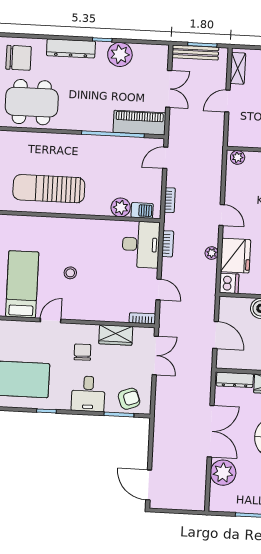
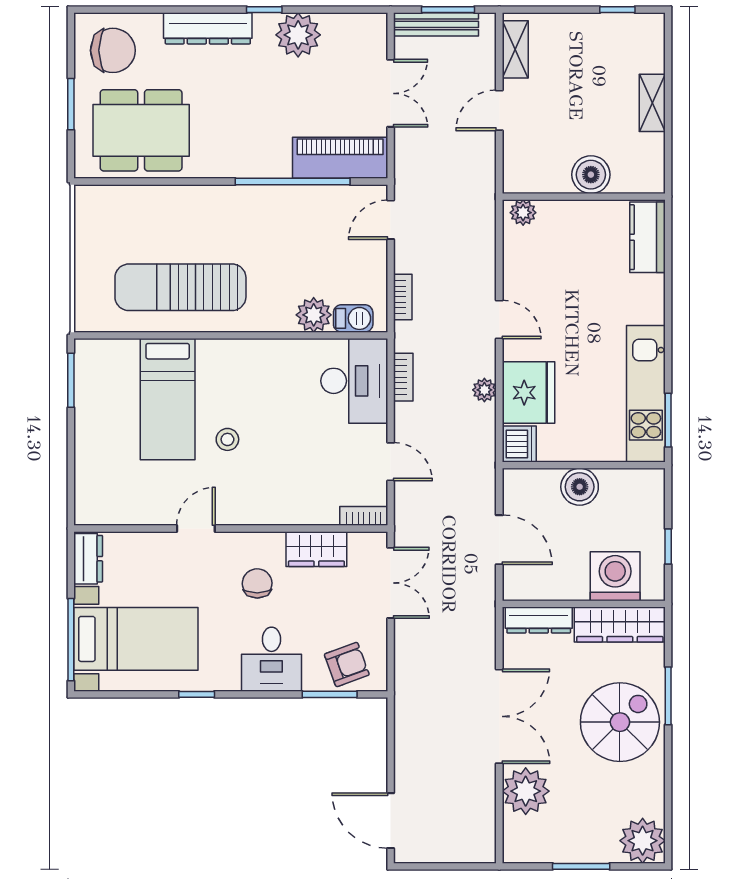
bed: (22, 284) -> (168, 399), moved, turned 180

